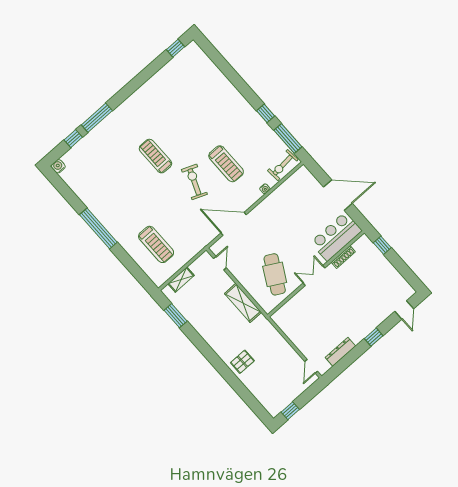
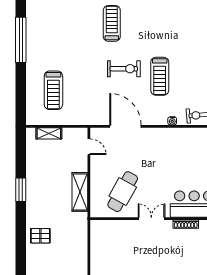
exercise bike: (194, 182) -> (124, 69), turned 68
door: (220, 263) -> (89, 147), hinge flipped
window: (176, 316) -> (21, 190), moved

